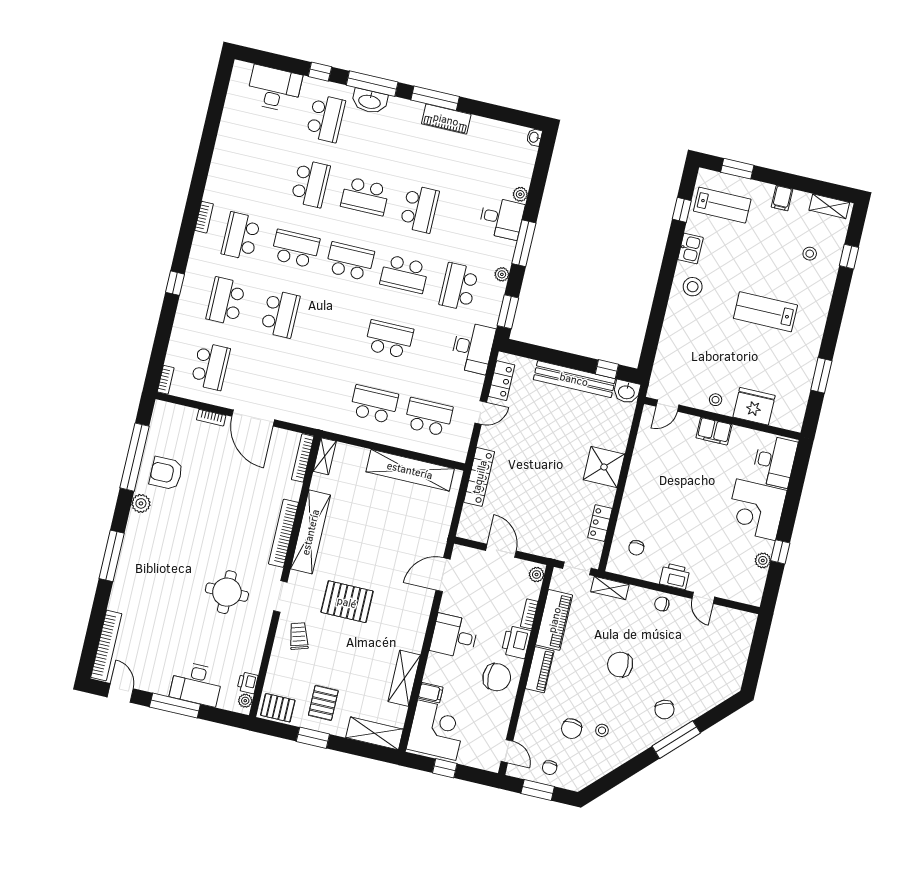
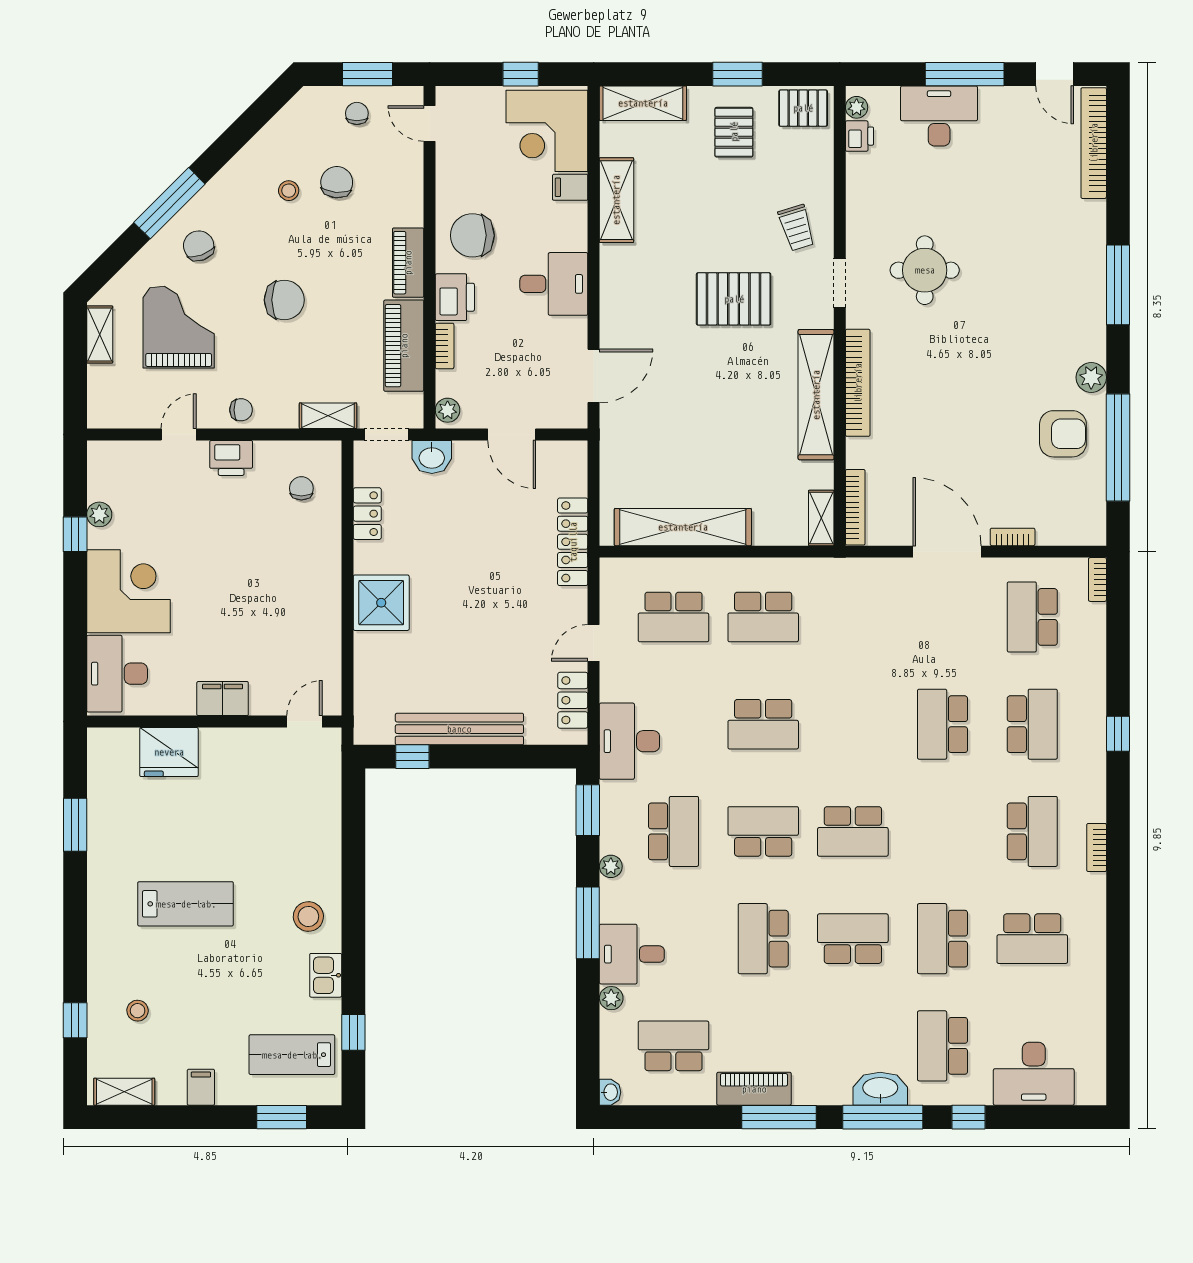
school desk: (489, 156) -> (673, 1046), added
school desk: (295, 249) -> (1032, 939), moved
washbasin: (626, 392) -> (432, 457), moved, turned 180
stool: (716, 400) -> (231, 748), removed
door: (703, 598) -> (179, 434), hinge flipped
grand piano: (688, 663) -> (179, 327), added
shelving: (737, 670) -> (100, 334), added

